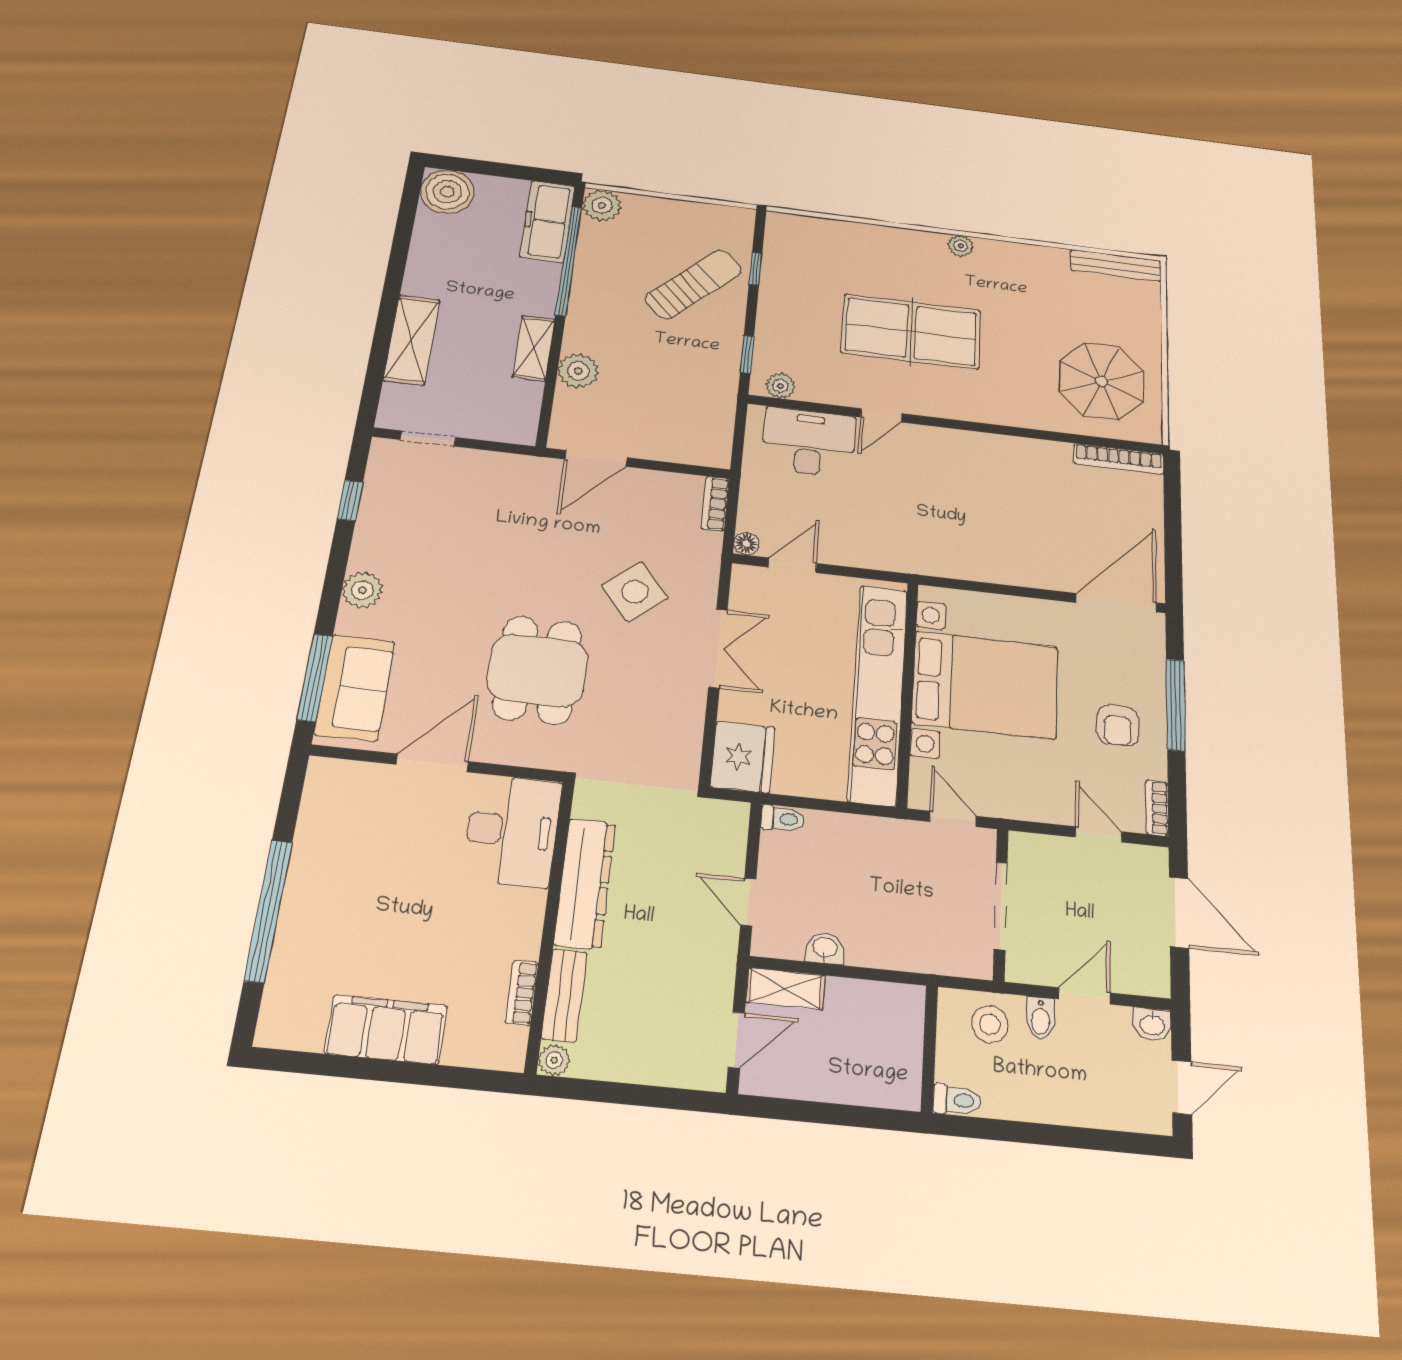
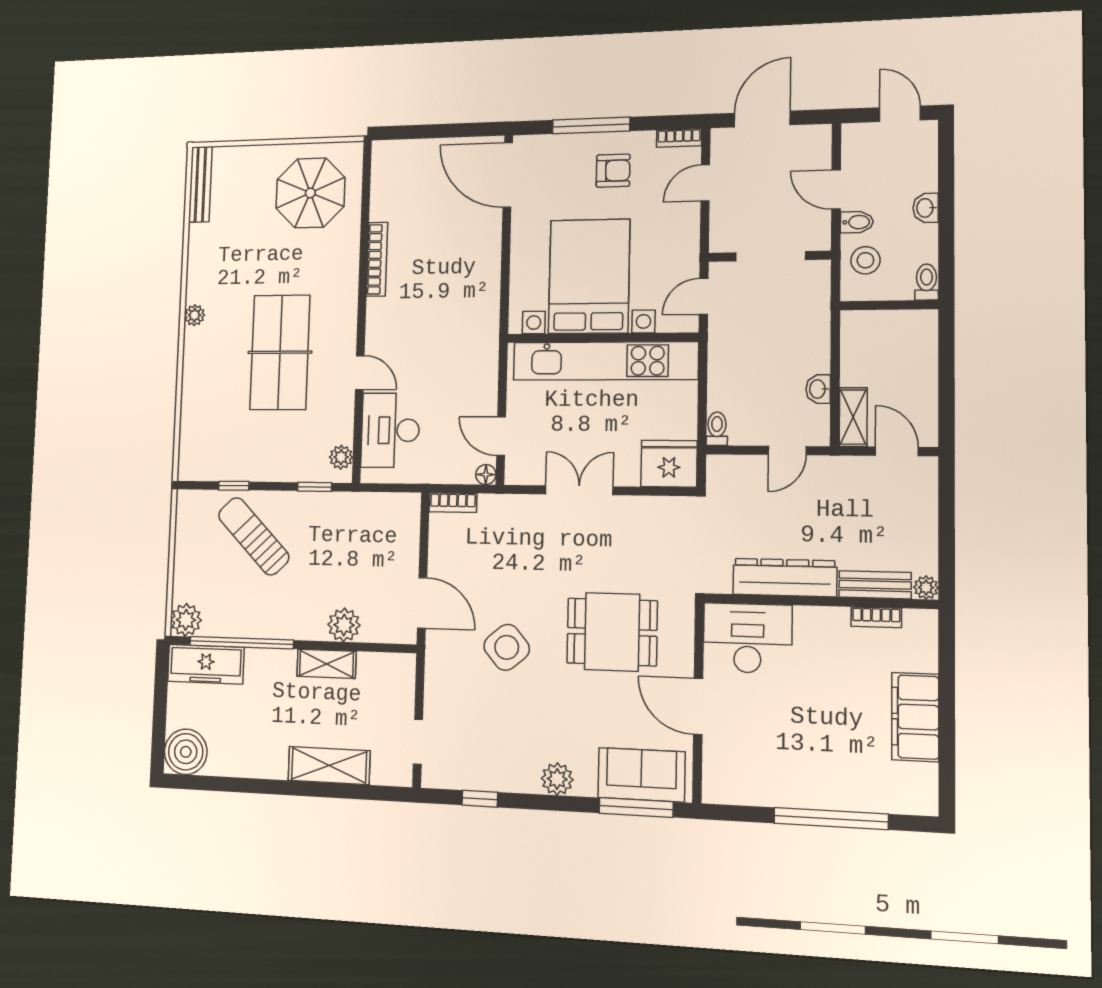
bookcase: (1119, 459) -> (377, 259), moved
side table: (635, 592) -> (507, 647), moved
washbasin: (1152, 1024) -> (926, 208), moved, turned 180

